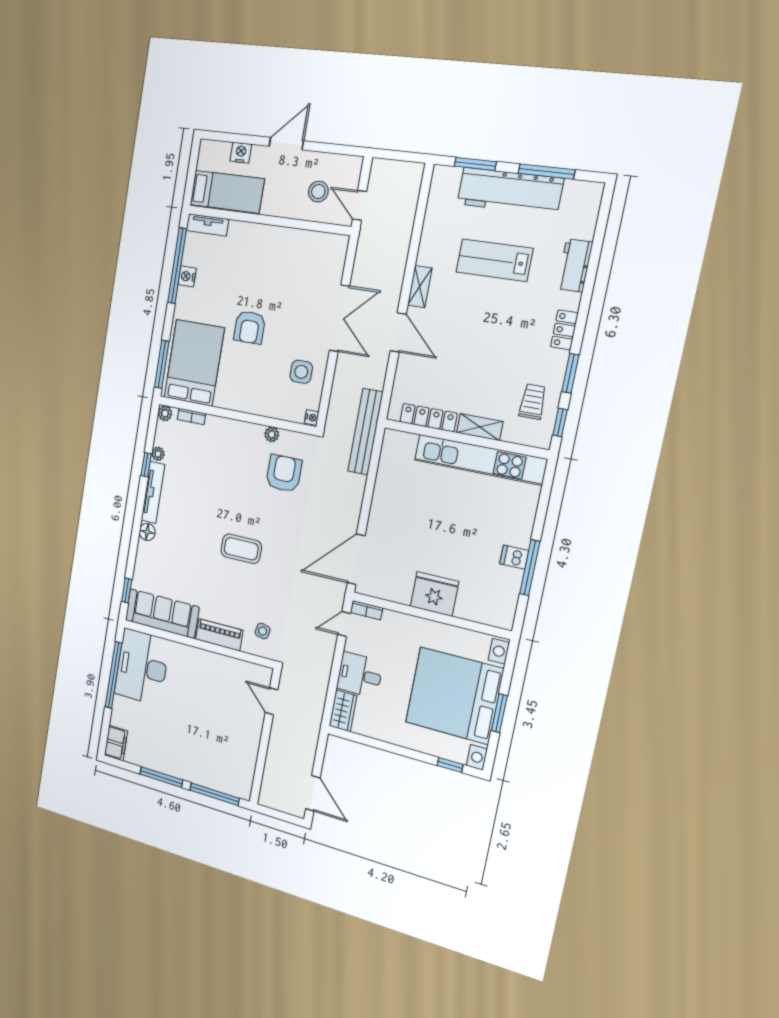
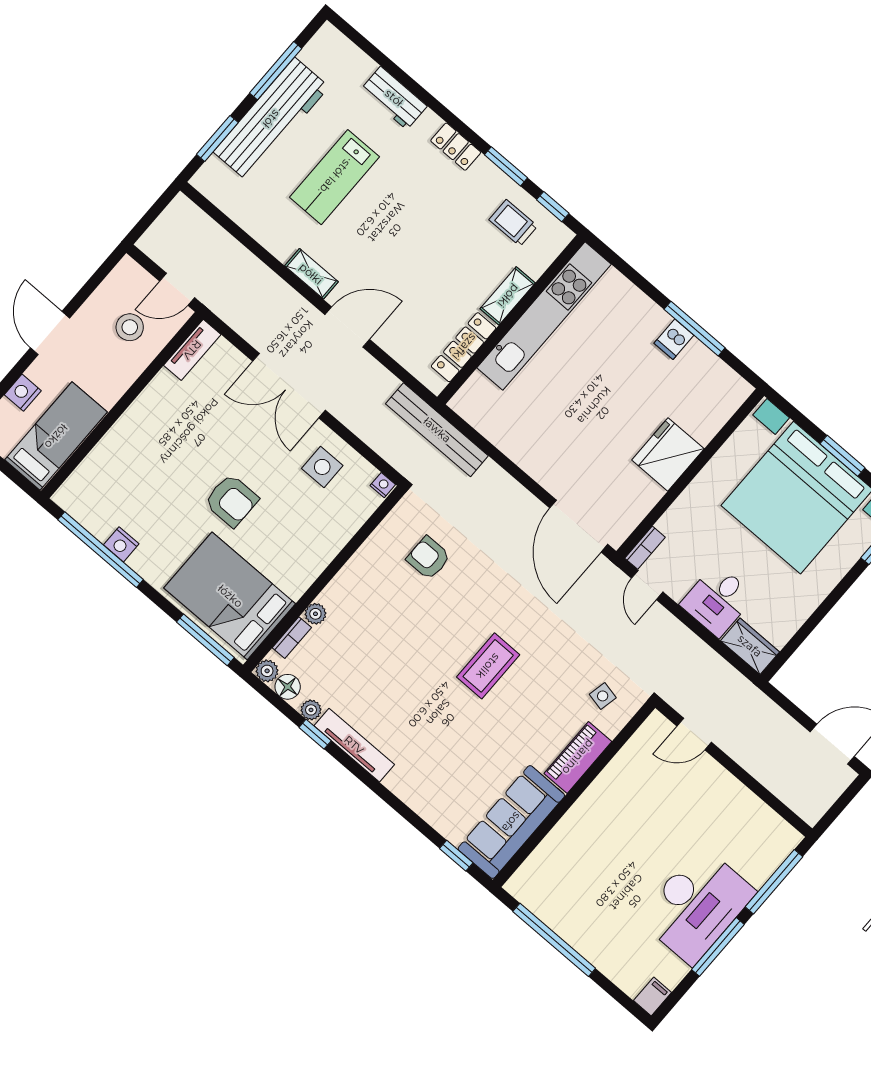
tv unit: (207, 225) -> (192, 350), moved
double door: (339, 318) -> (289, 386), swing flipped
plant: (272, 434) -> (315, 614), moved
armchair: (284, 474) -> (428, 558), width x0.72, depth x0.72
floor lamp: (147, 532) -> (288, 687), moved
desk: (142, 667) -> (697, 905), moved, turned -90
filing cabinet: (116, 743) -> (653, 996), width x0.50

